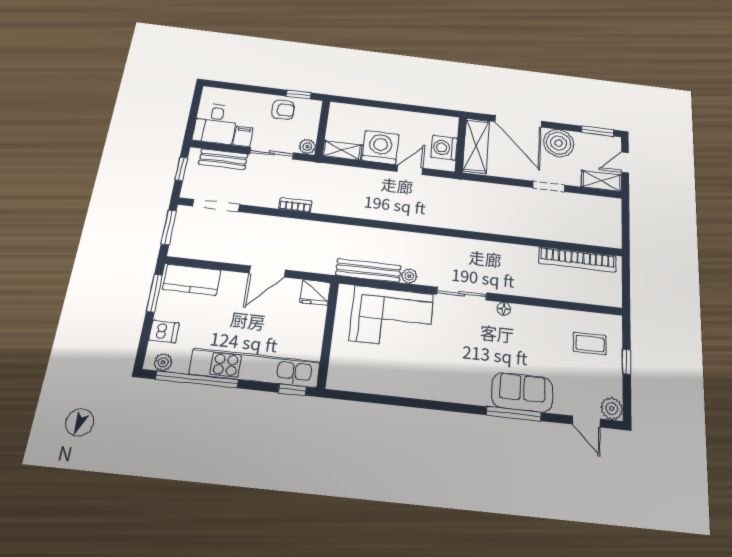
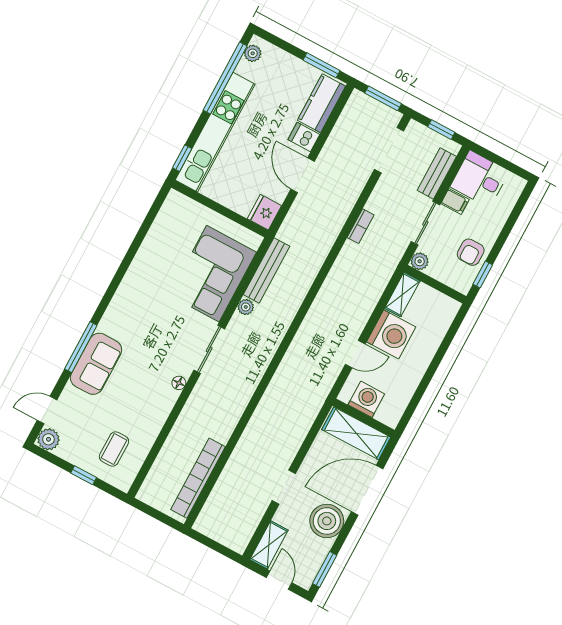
door: (410, 170) -> (355, 354), hinge flipped
dishwasher: (164, 332) -> (304, 137), moved, turned 90

